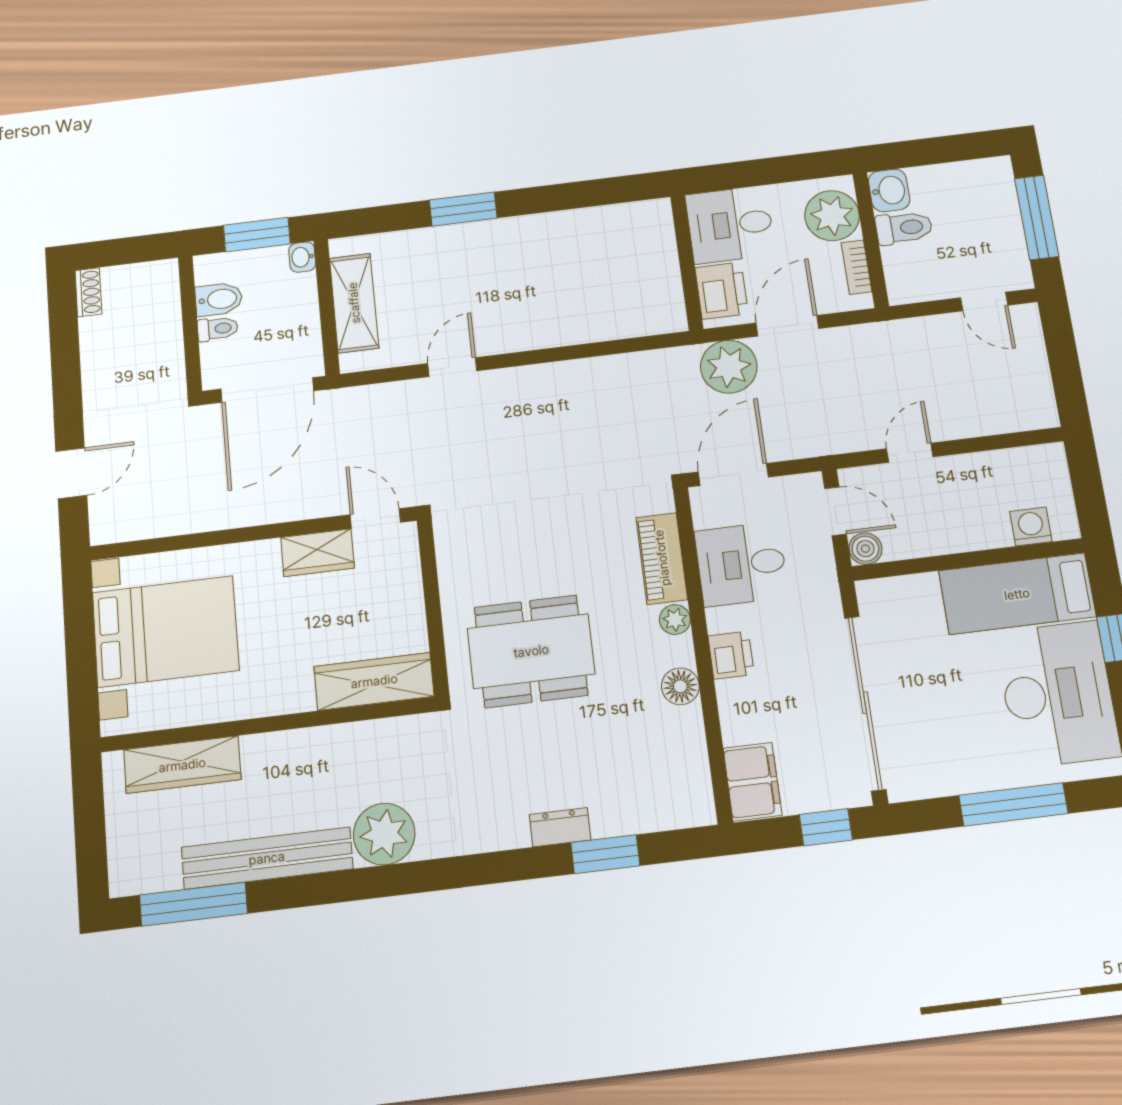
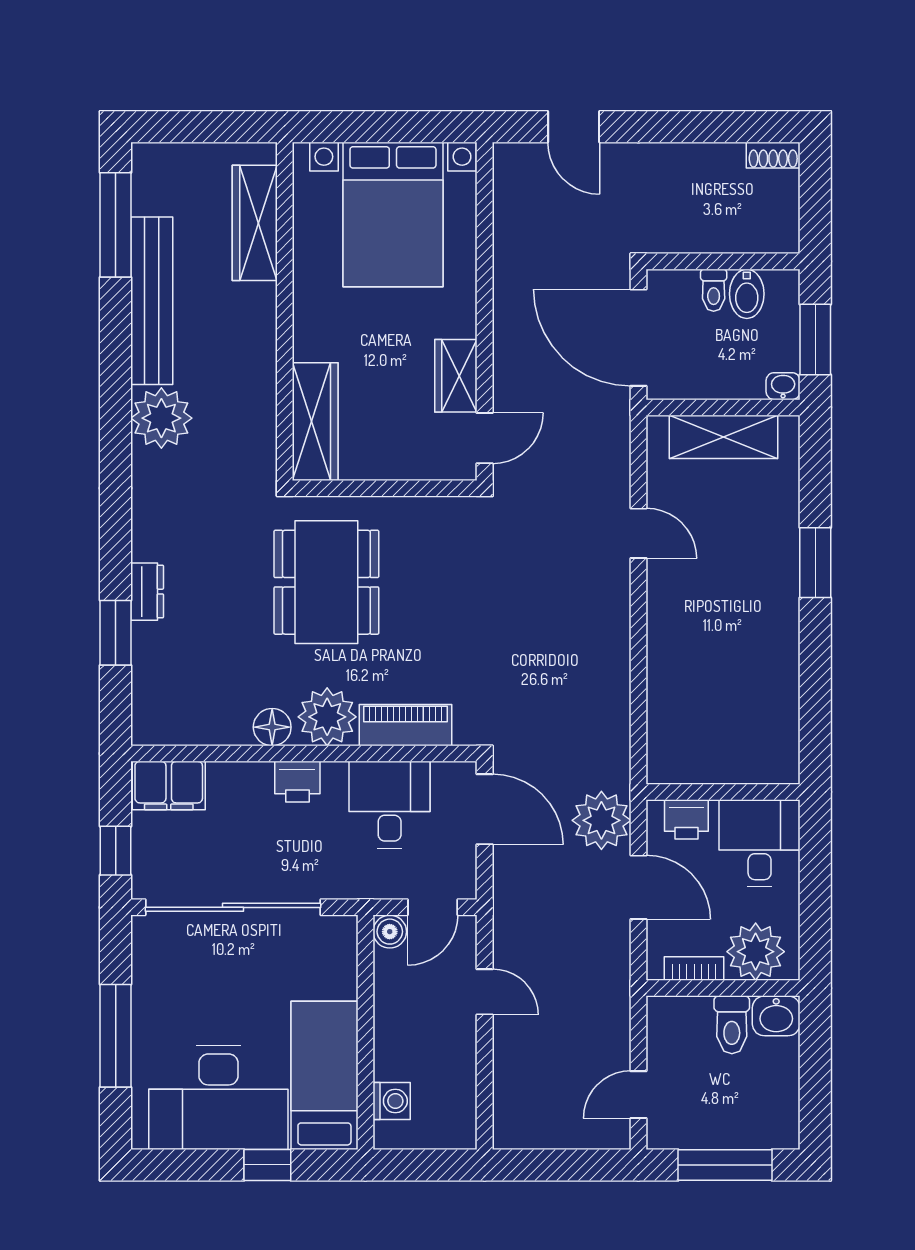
printer: (722, 291) -> (686, 819), width x0.73, depth x0.81
plant: (675, 620) -> (327, 717), width x1.87, depth x1.87

